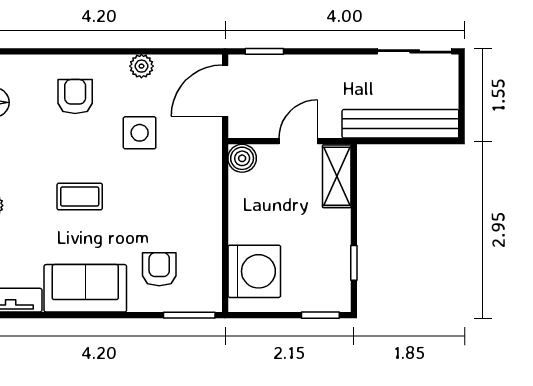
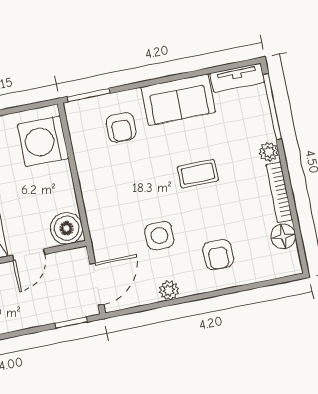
boiler: (242, 158) -> (67, 228), width x1.36, depth x1.36

